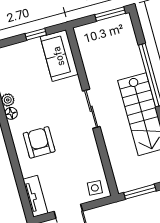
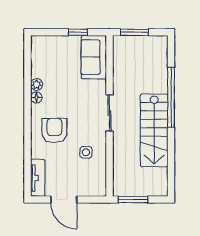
window: (110, 14) -> (134, 32), moved
side table: (95, 188) -> (86, 152), moved

